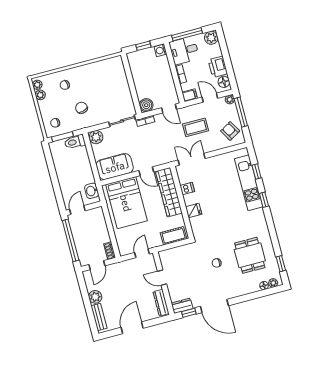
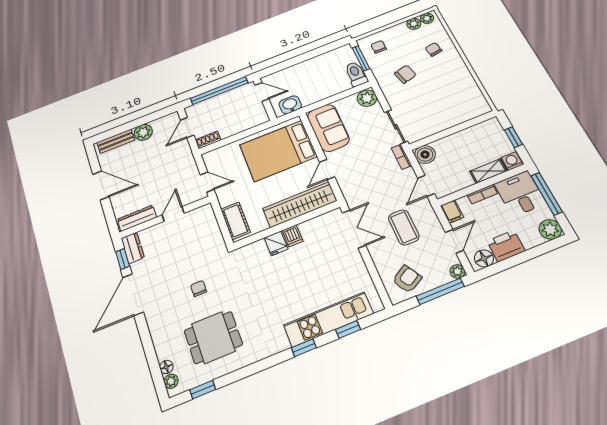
shelving: (165, 67) -> (488, 171), added
dishwasher: (187, 189) -> (292, 236), moved
door: (97, 265) -> (187, 128), hinge flipped

